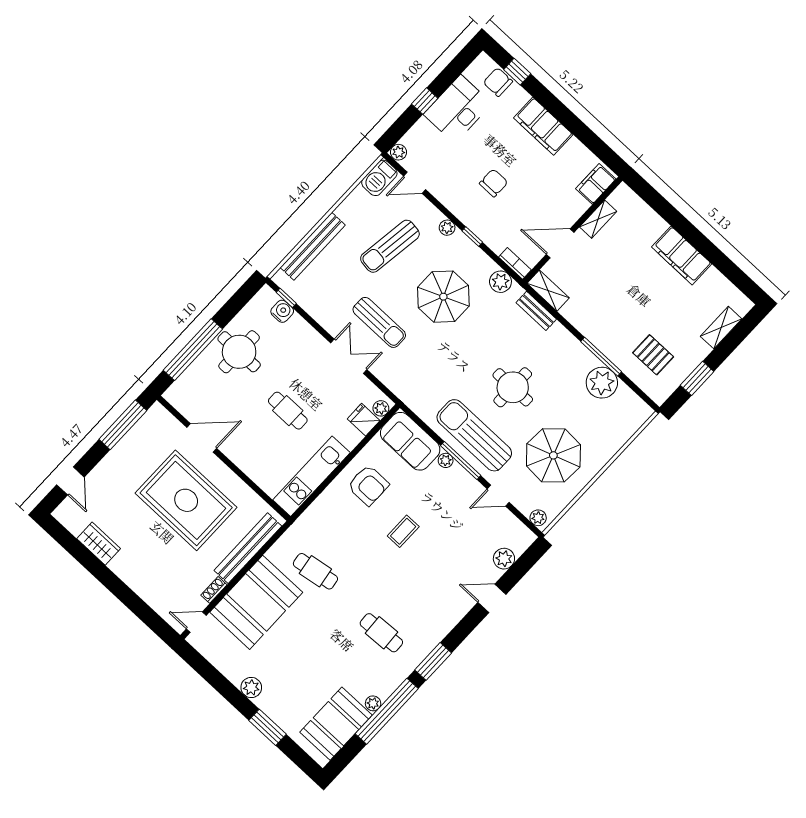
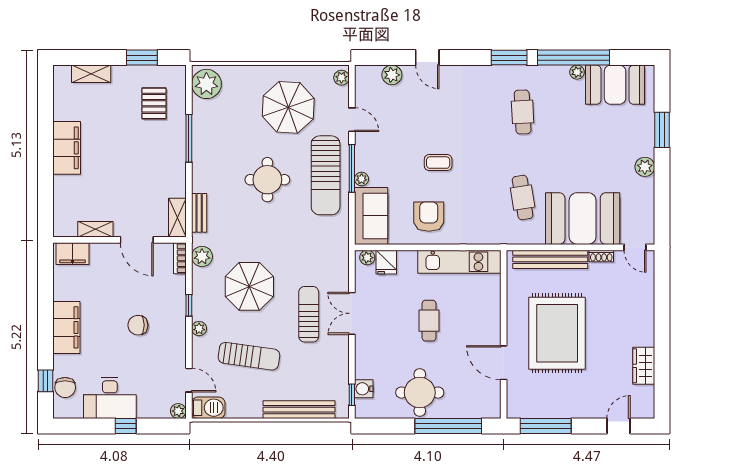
plant: (602, 383) -> (206, 84), moved

